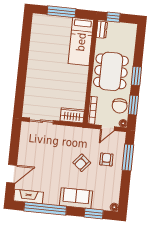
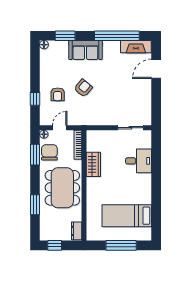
window: (113, 17) -> (55, 245), moved
bed: (81, 42) -> (127, 216), moved, turned -90
window: (136, 76) -> (35, 205), moved
desk: (37, 89) -> (139, 161), added
wardrobe: (72, 115) -> (93, 164), moved, turned -90
window: (128, 157) -> (35, 99), width x0.46

